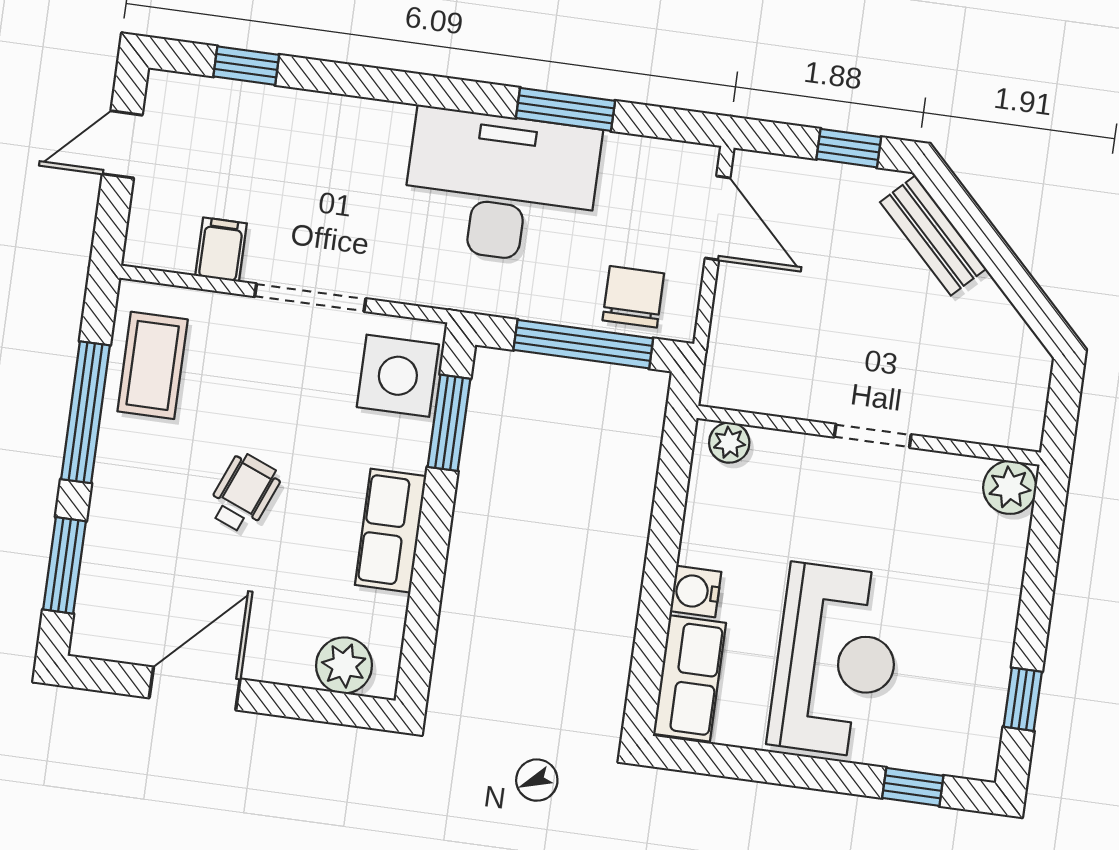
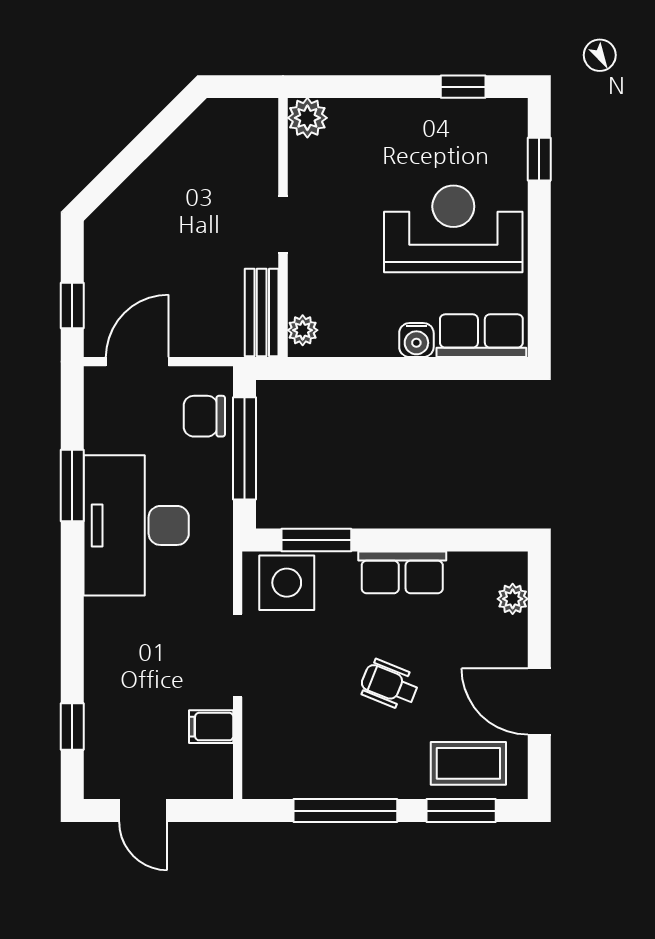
window: (849, 148) -> (72, 306), moved
bench: (933, 235) -> (262, 312), moved, turned -45
coffee table: (153, 365) -> (468, 763), moved
plant: (344, 665) -> (513, 599), width x0.73, depth x0.73

